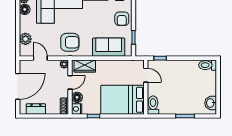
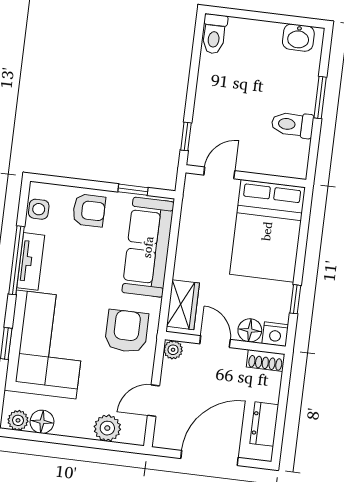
sofa: (109, 47) -> (148, 247), width x1.36
door: (18, 86) -> (210, 458), hinge flipped
toilet: (153, 105) -> (292, 125), moved

